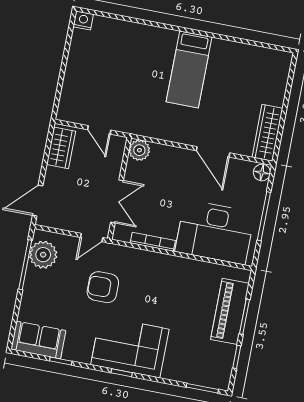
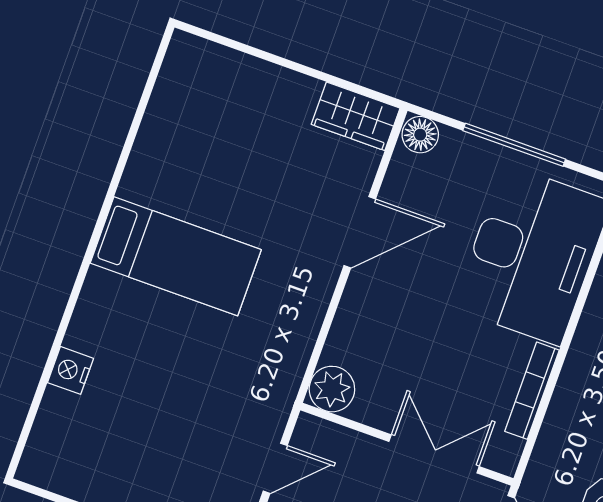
nightstand: (83, 20) -> (70, 370), moved
wardrobe: (267, 133) -> (356, 116), width x0.67

